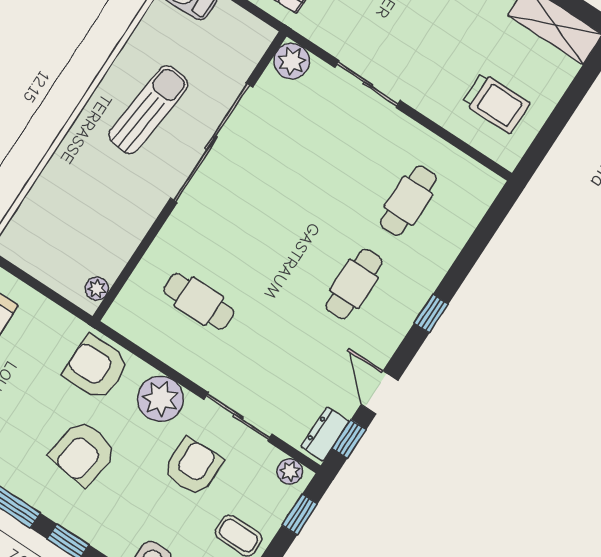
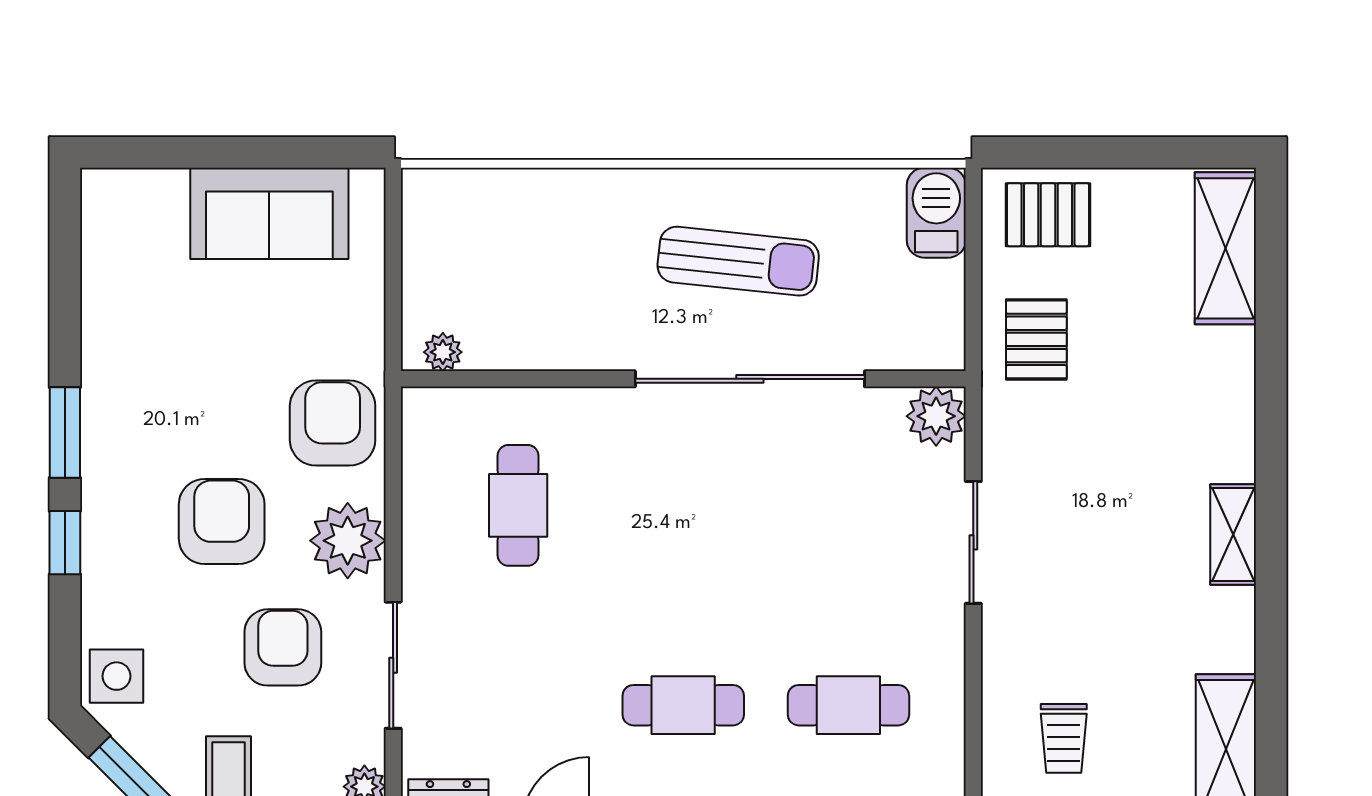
trolley: (496, 103) -> (1064, 738), width x0.73, depth x0.72
armchair: (83, 453) -> (222, 521), moved, turned 82
armchair: (193, 467) -> (283, 647), turned -90

